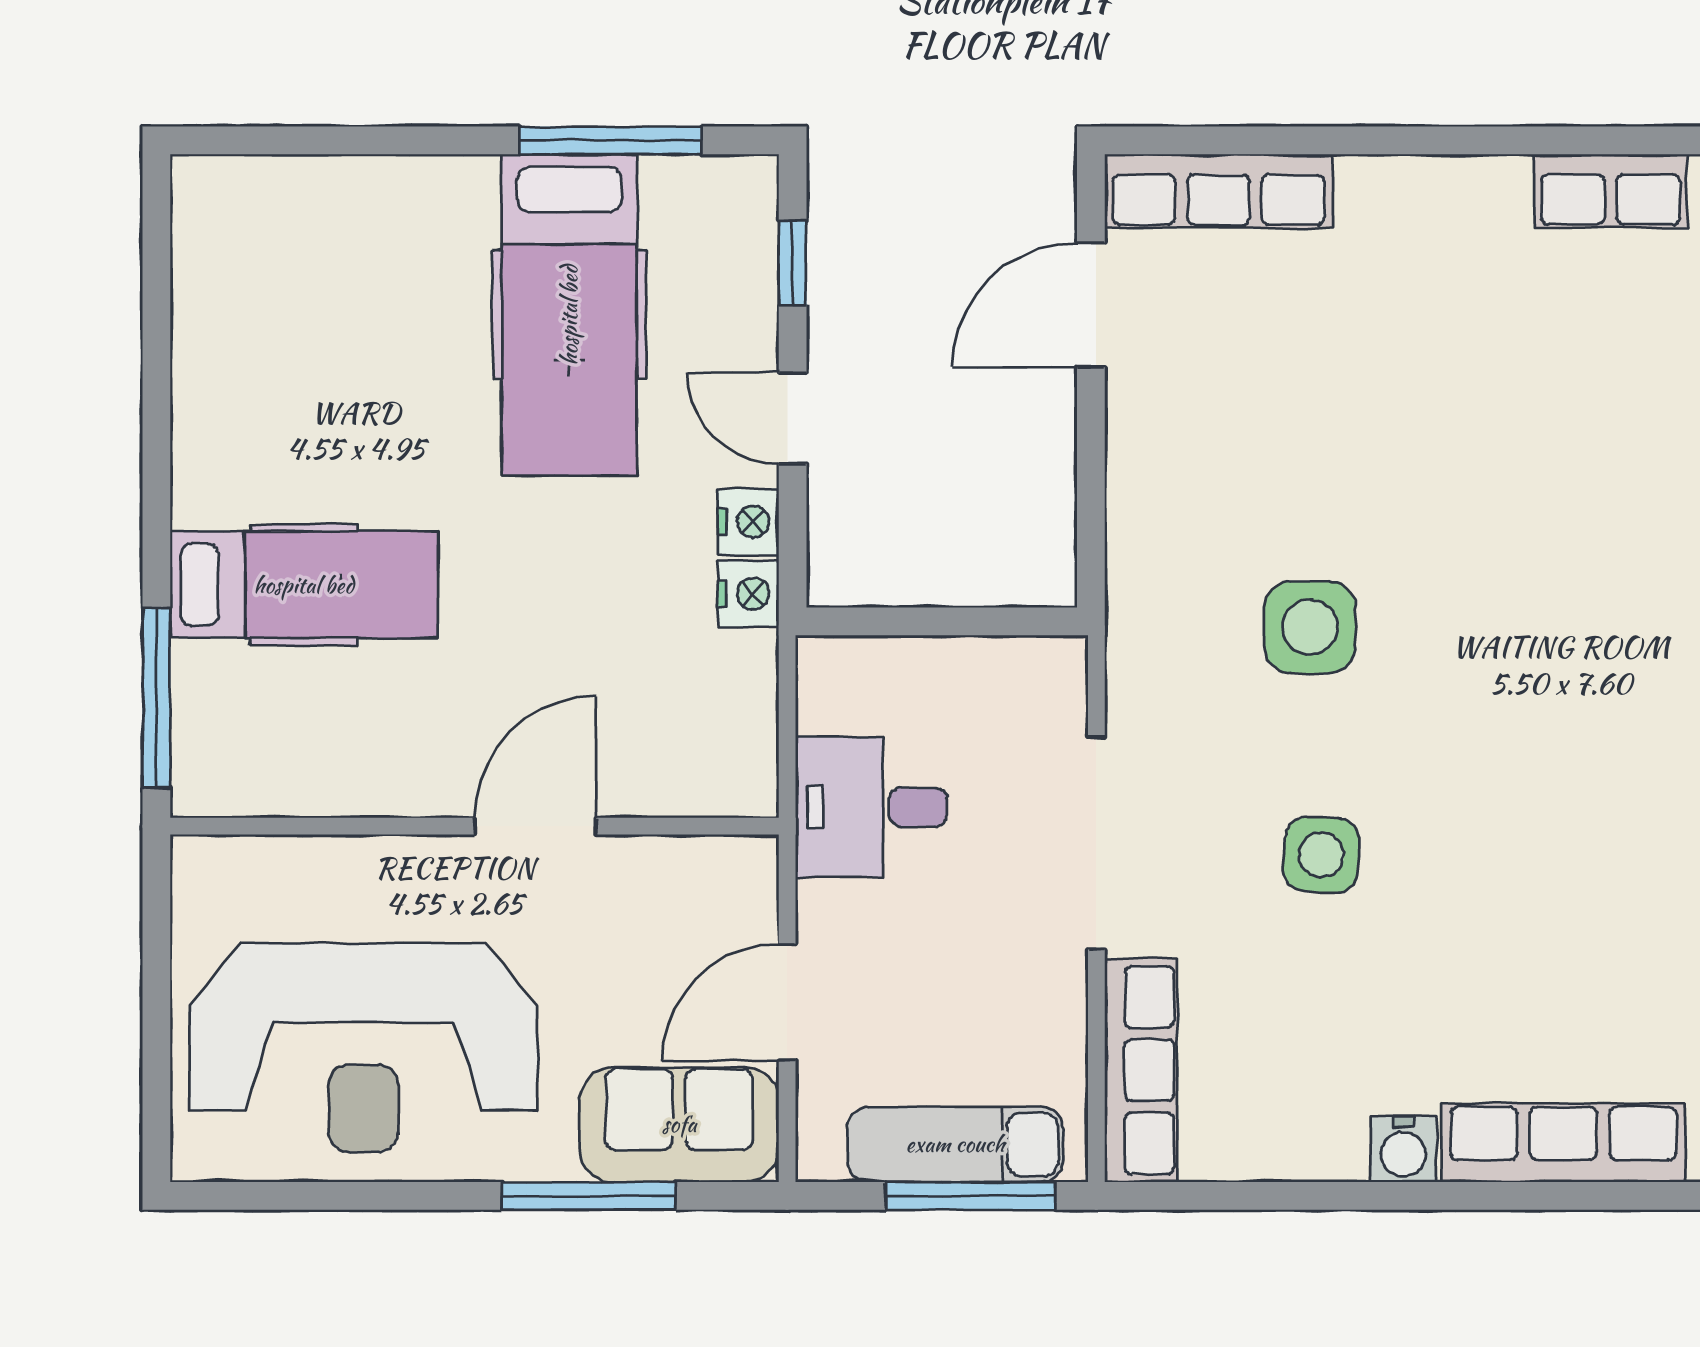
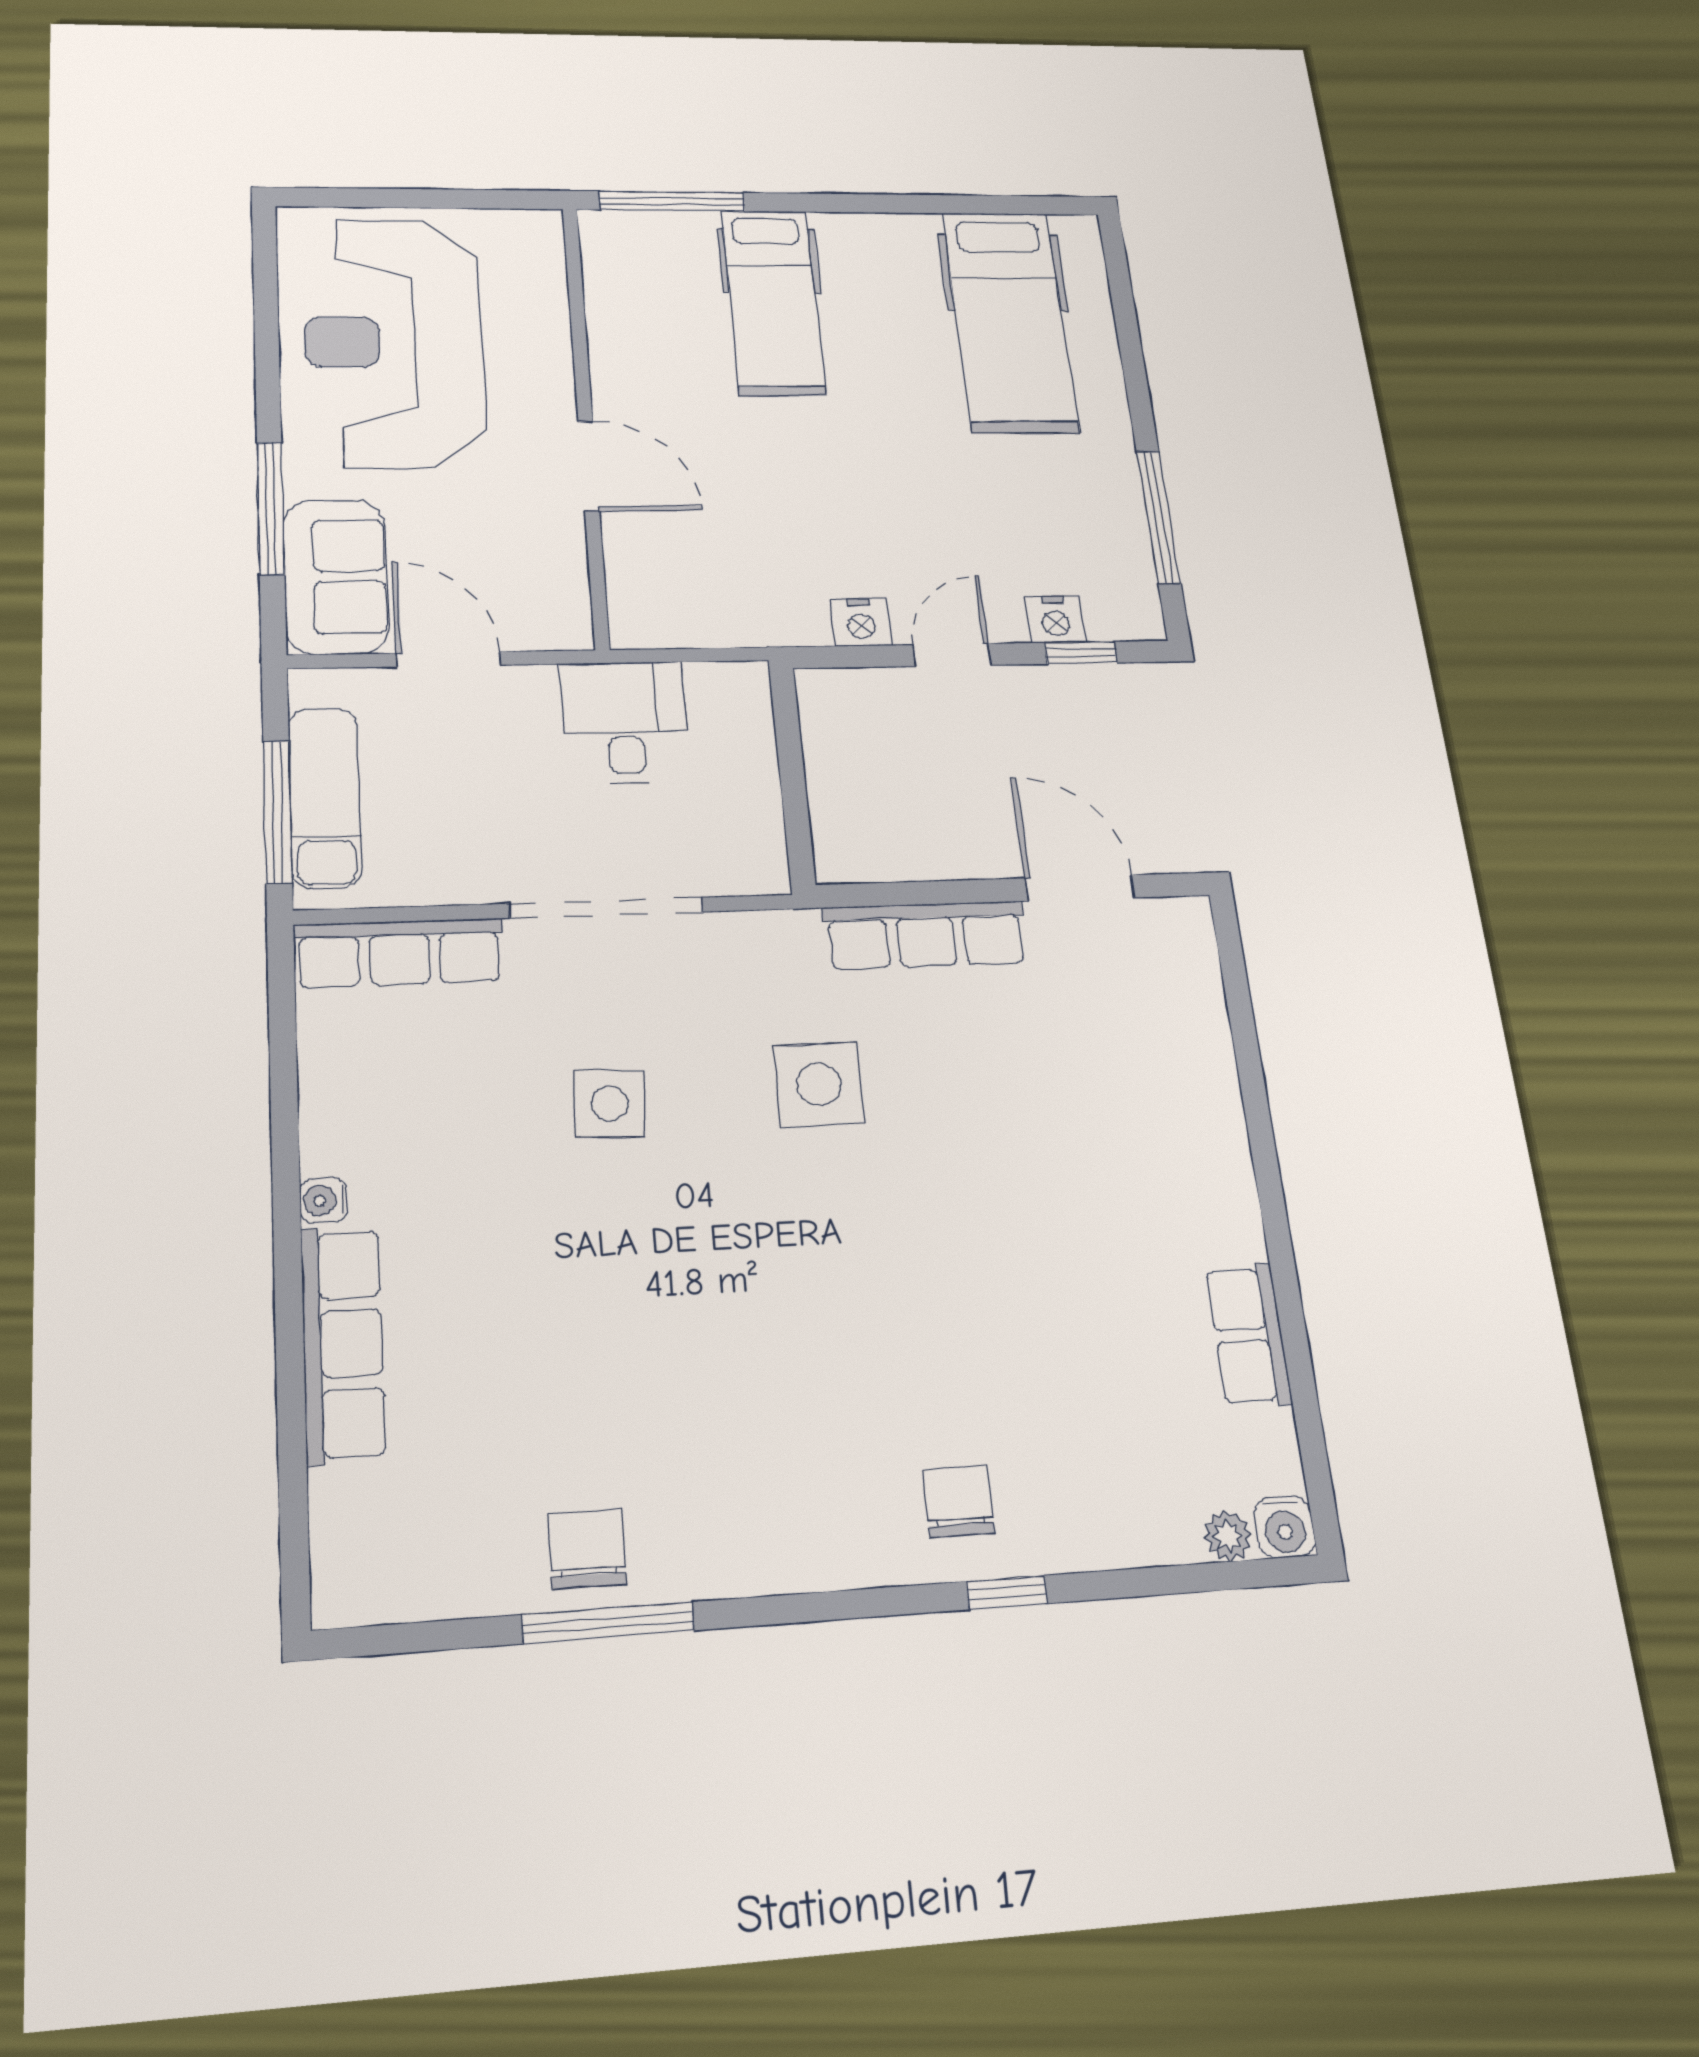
row of seats: (1219, 191) -> (926, 935), moved, turned -90
hospital bed: (569, 315) -> (1010, 321), moved, turned -90
nightstand: (748, 594) -> (1055, 620), moved
water cooler: (1403, 1149) -> (323, 1200), width x0.72, depth x0.72

